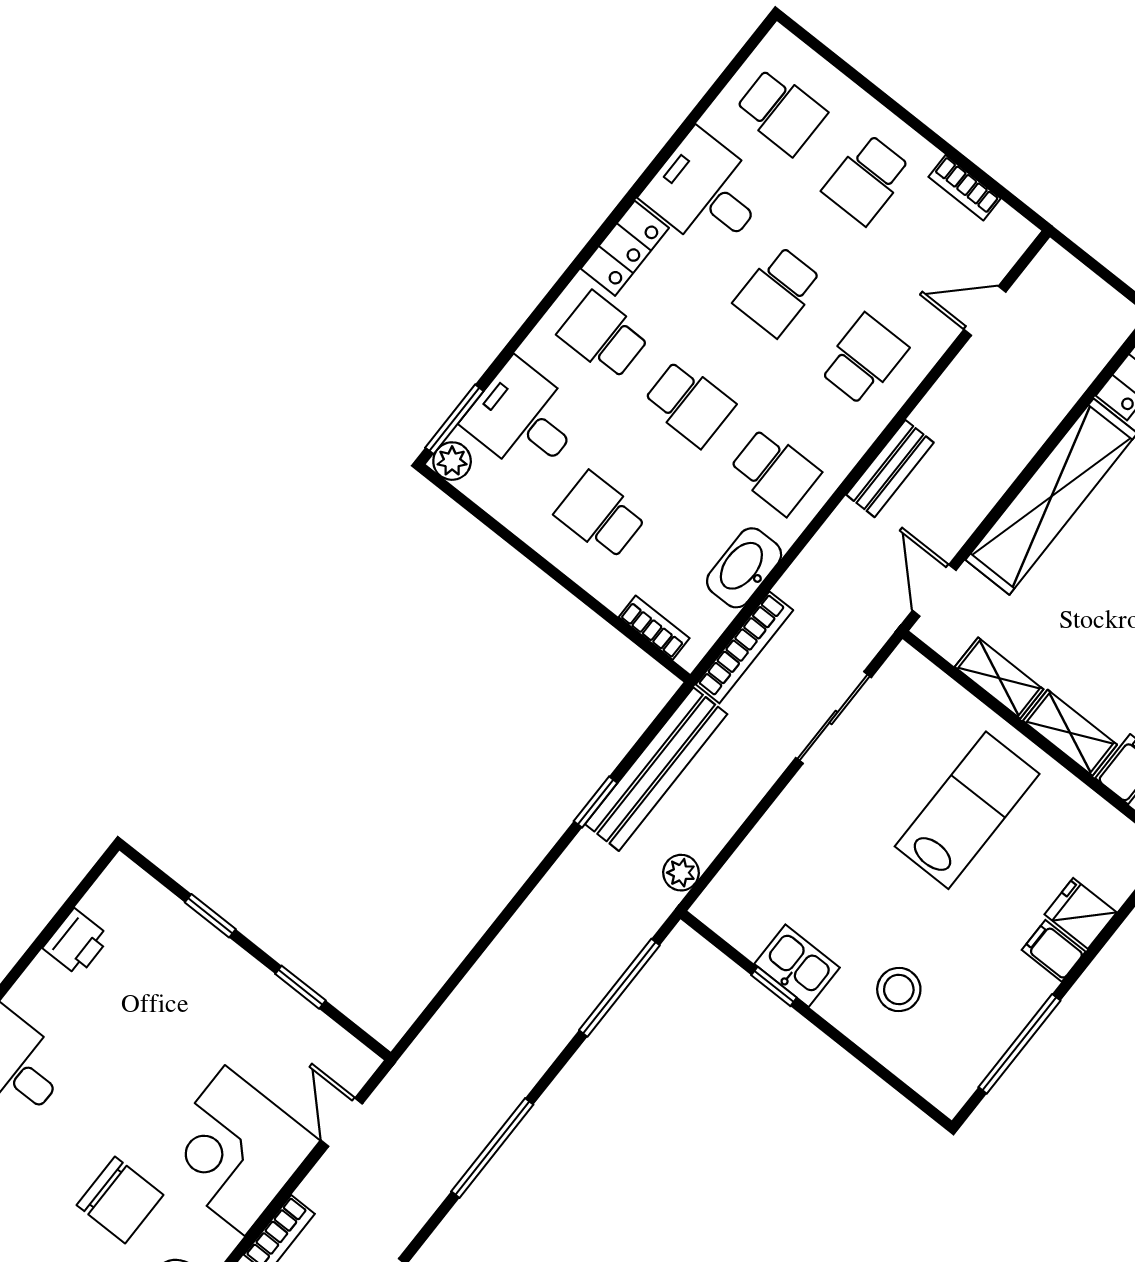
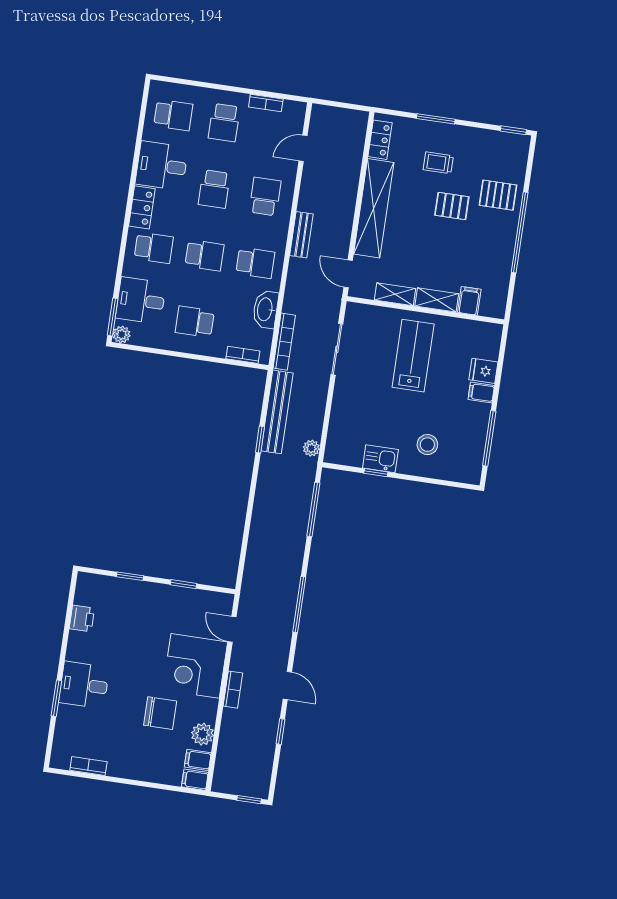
school desk: (603, 335) -> (154, 248), turned 180

